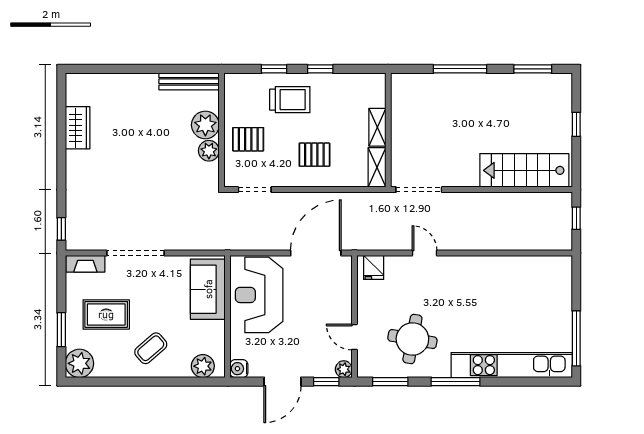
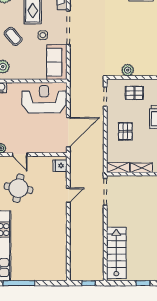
plant: (205, 125) -> (143, 68), removed
pallet: (248, 139) -> (134, 93), turned 90
door: (316, 253) -> (68, 132), hinge flipped
sofa: (208, 289) -> (57, 62), moved, turned -90
side table: (149, 297) -> (43, 35), added
door: (354, 337) -> (20, 155), swing flipped

